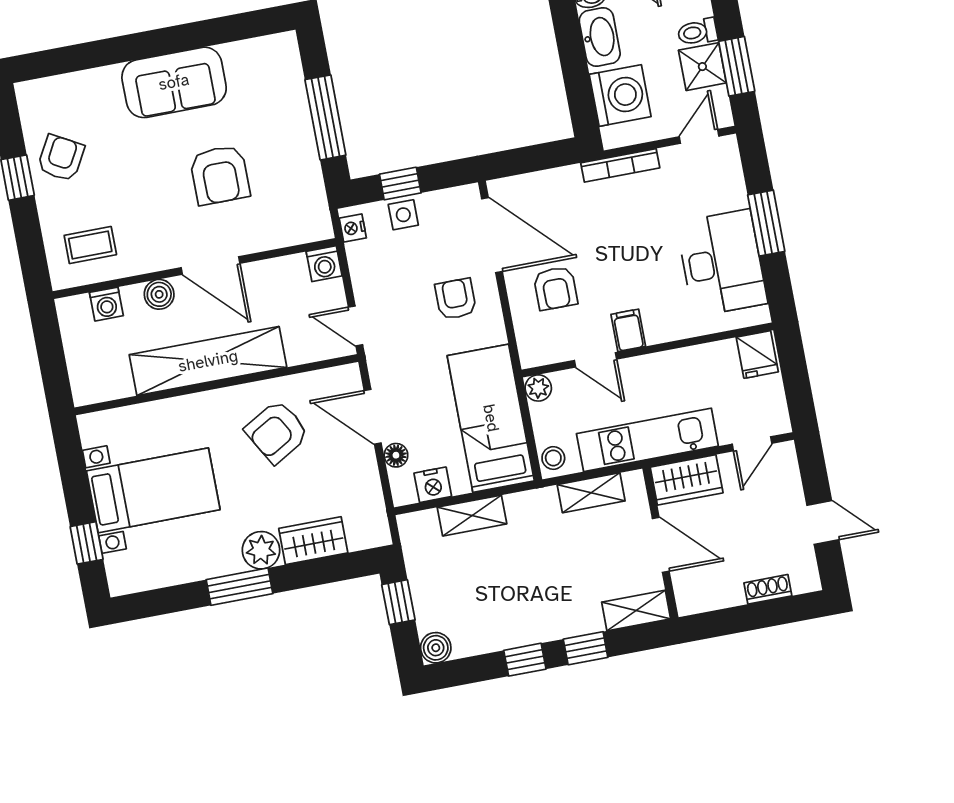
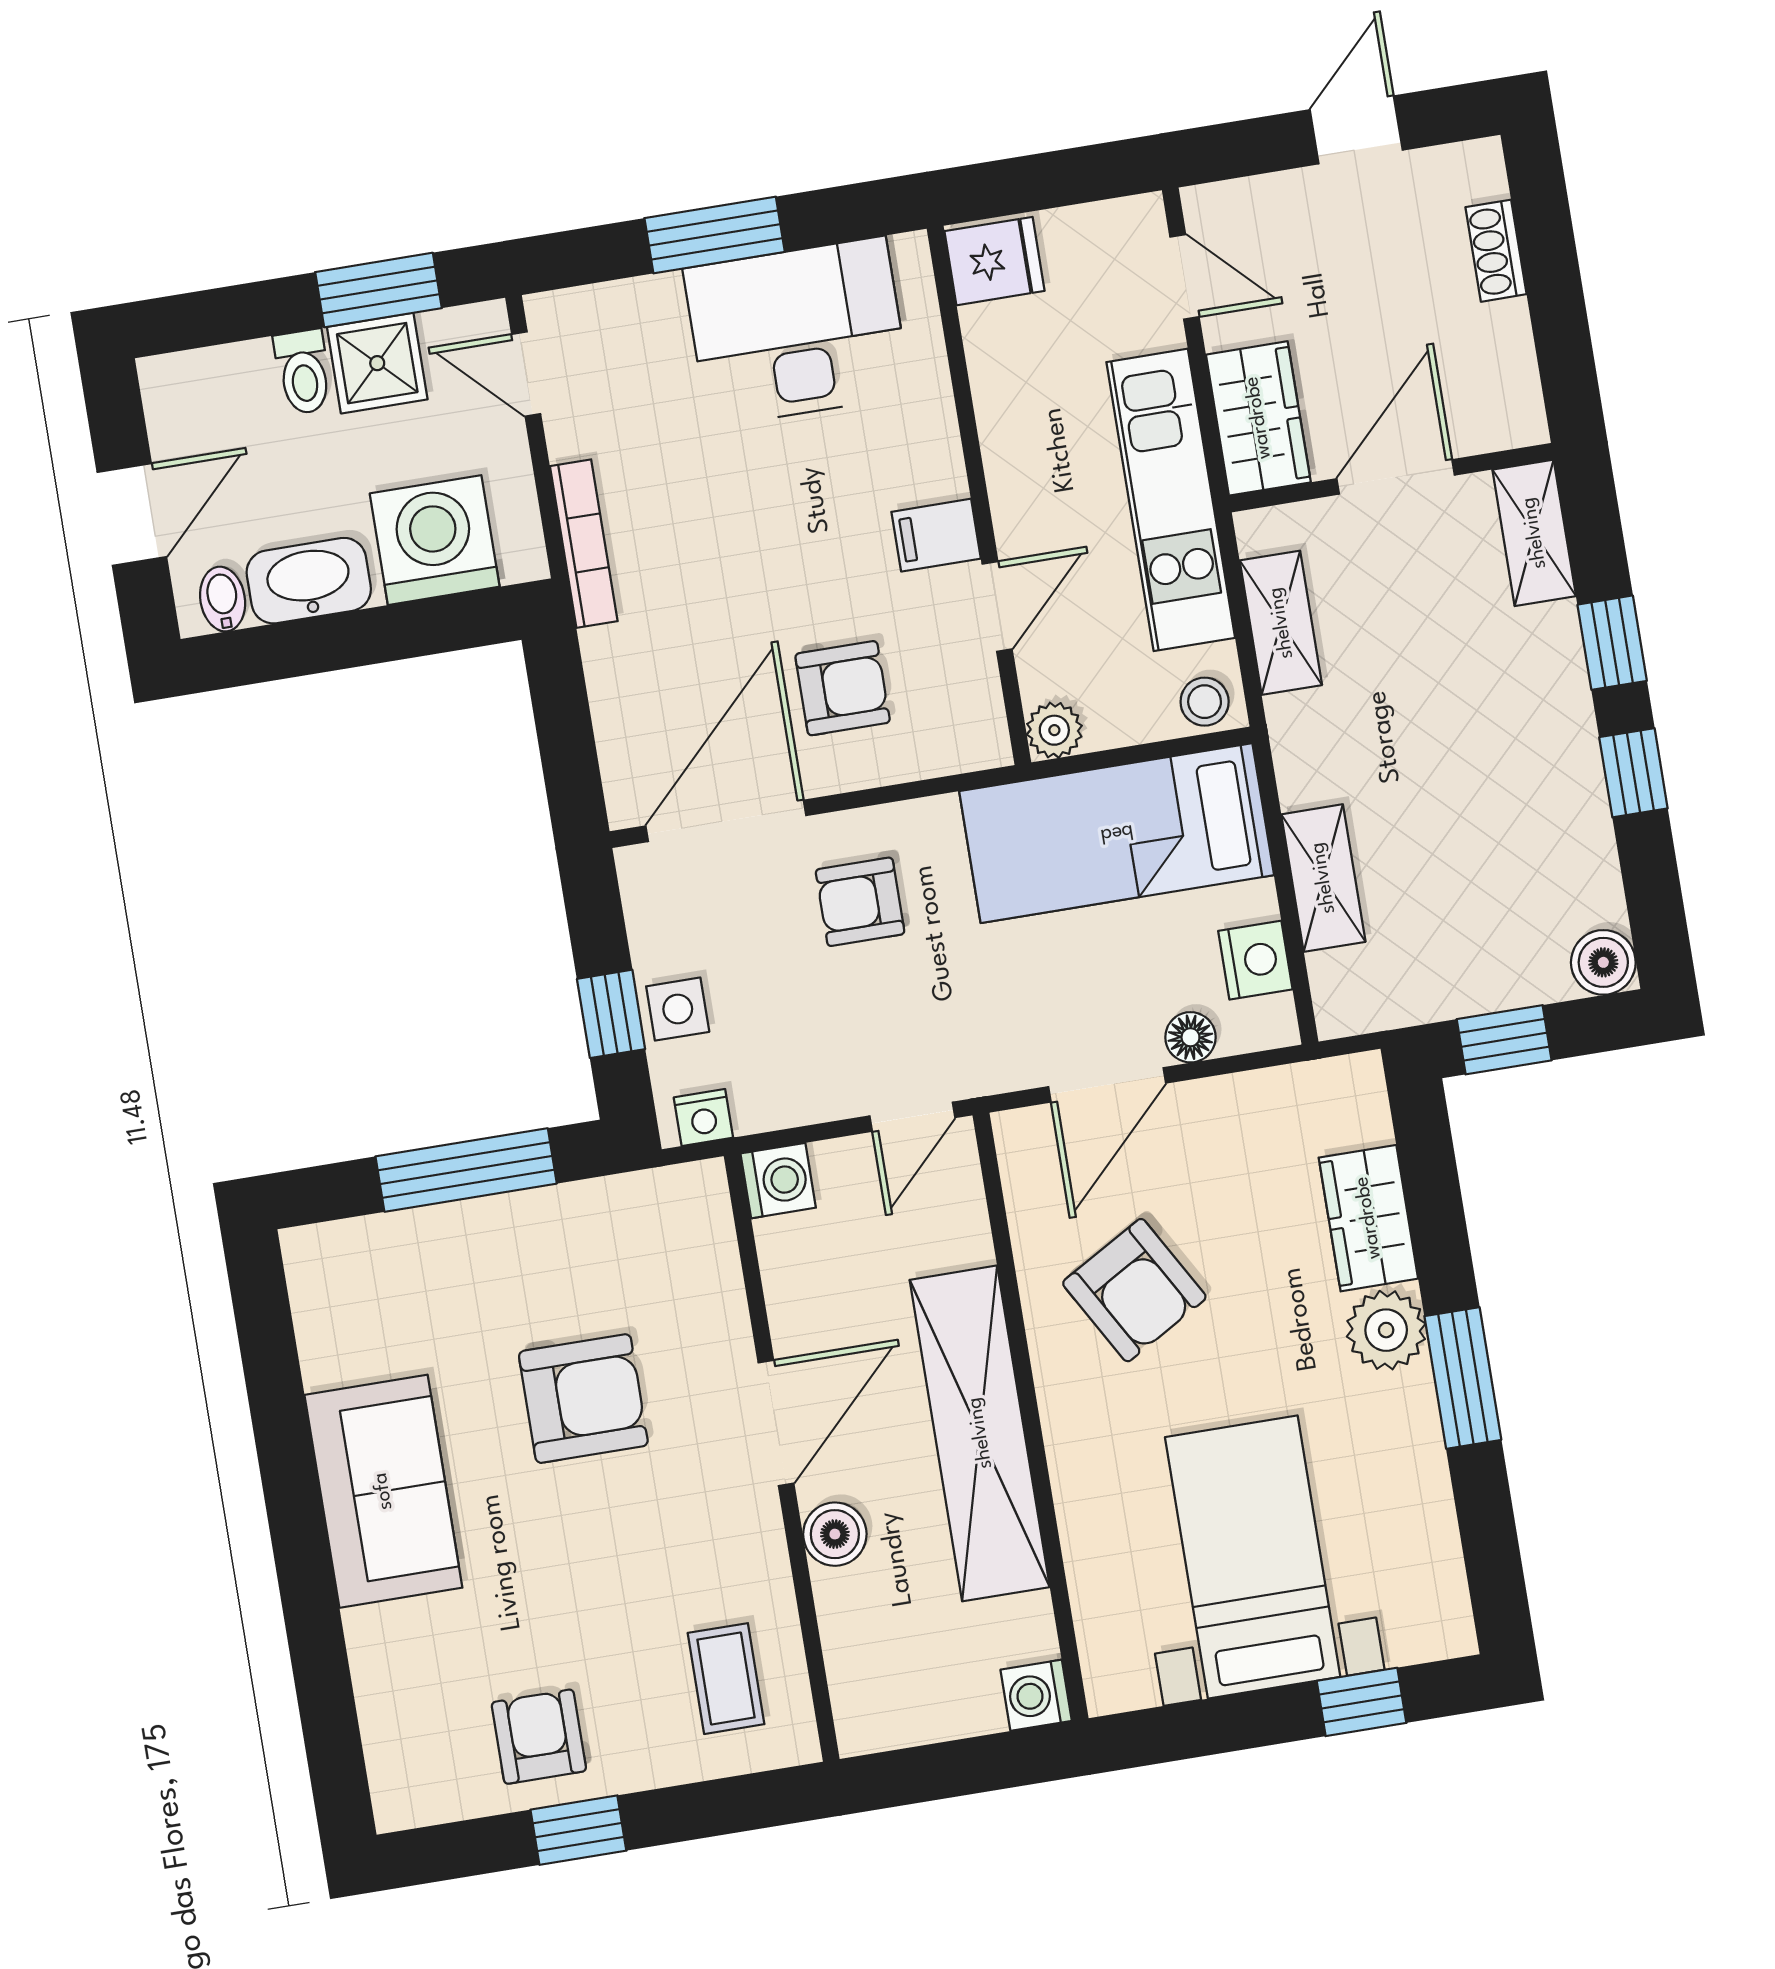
armchair: (61, 158) -> (539, 1737), turned 61
washing machine: (106, 304) -> (1036, 1695), moved, turned 180

